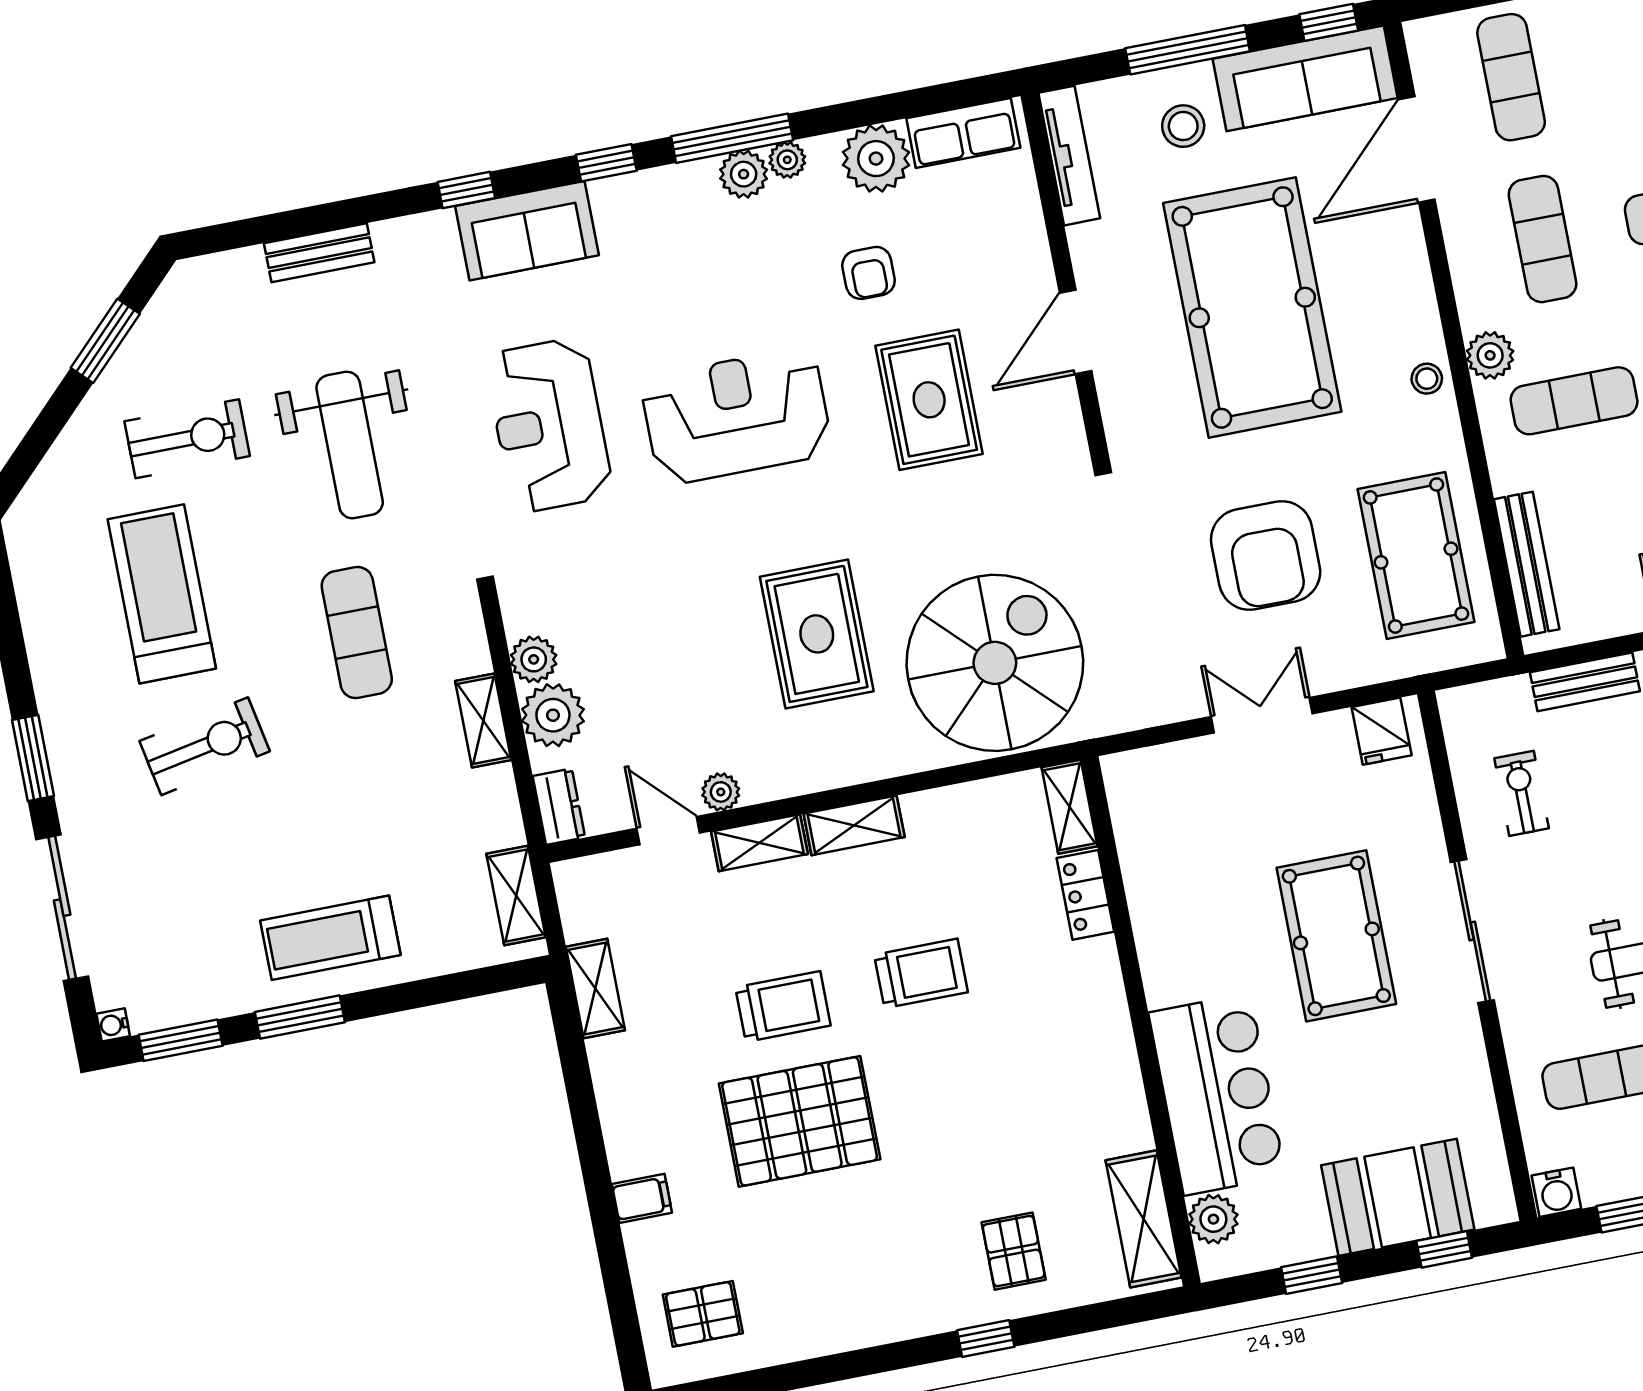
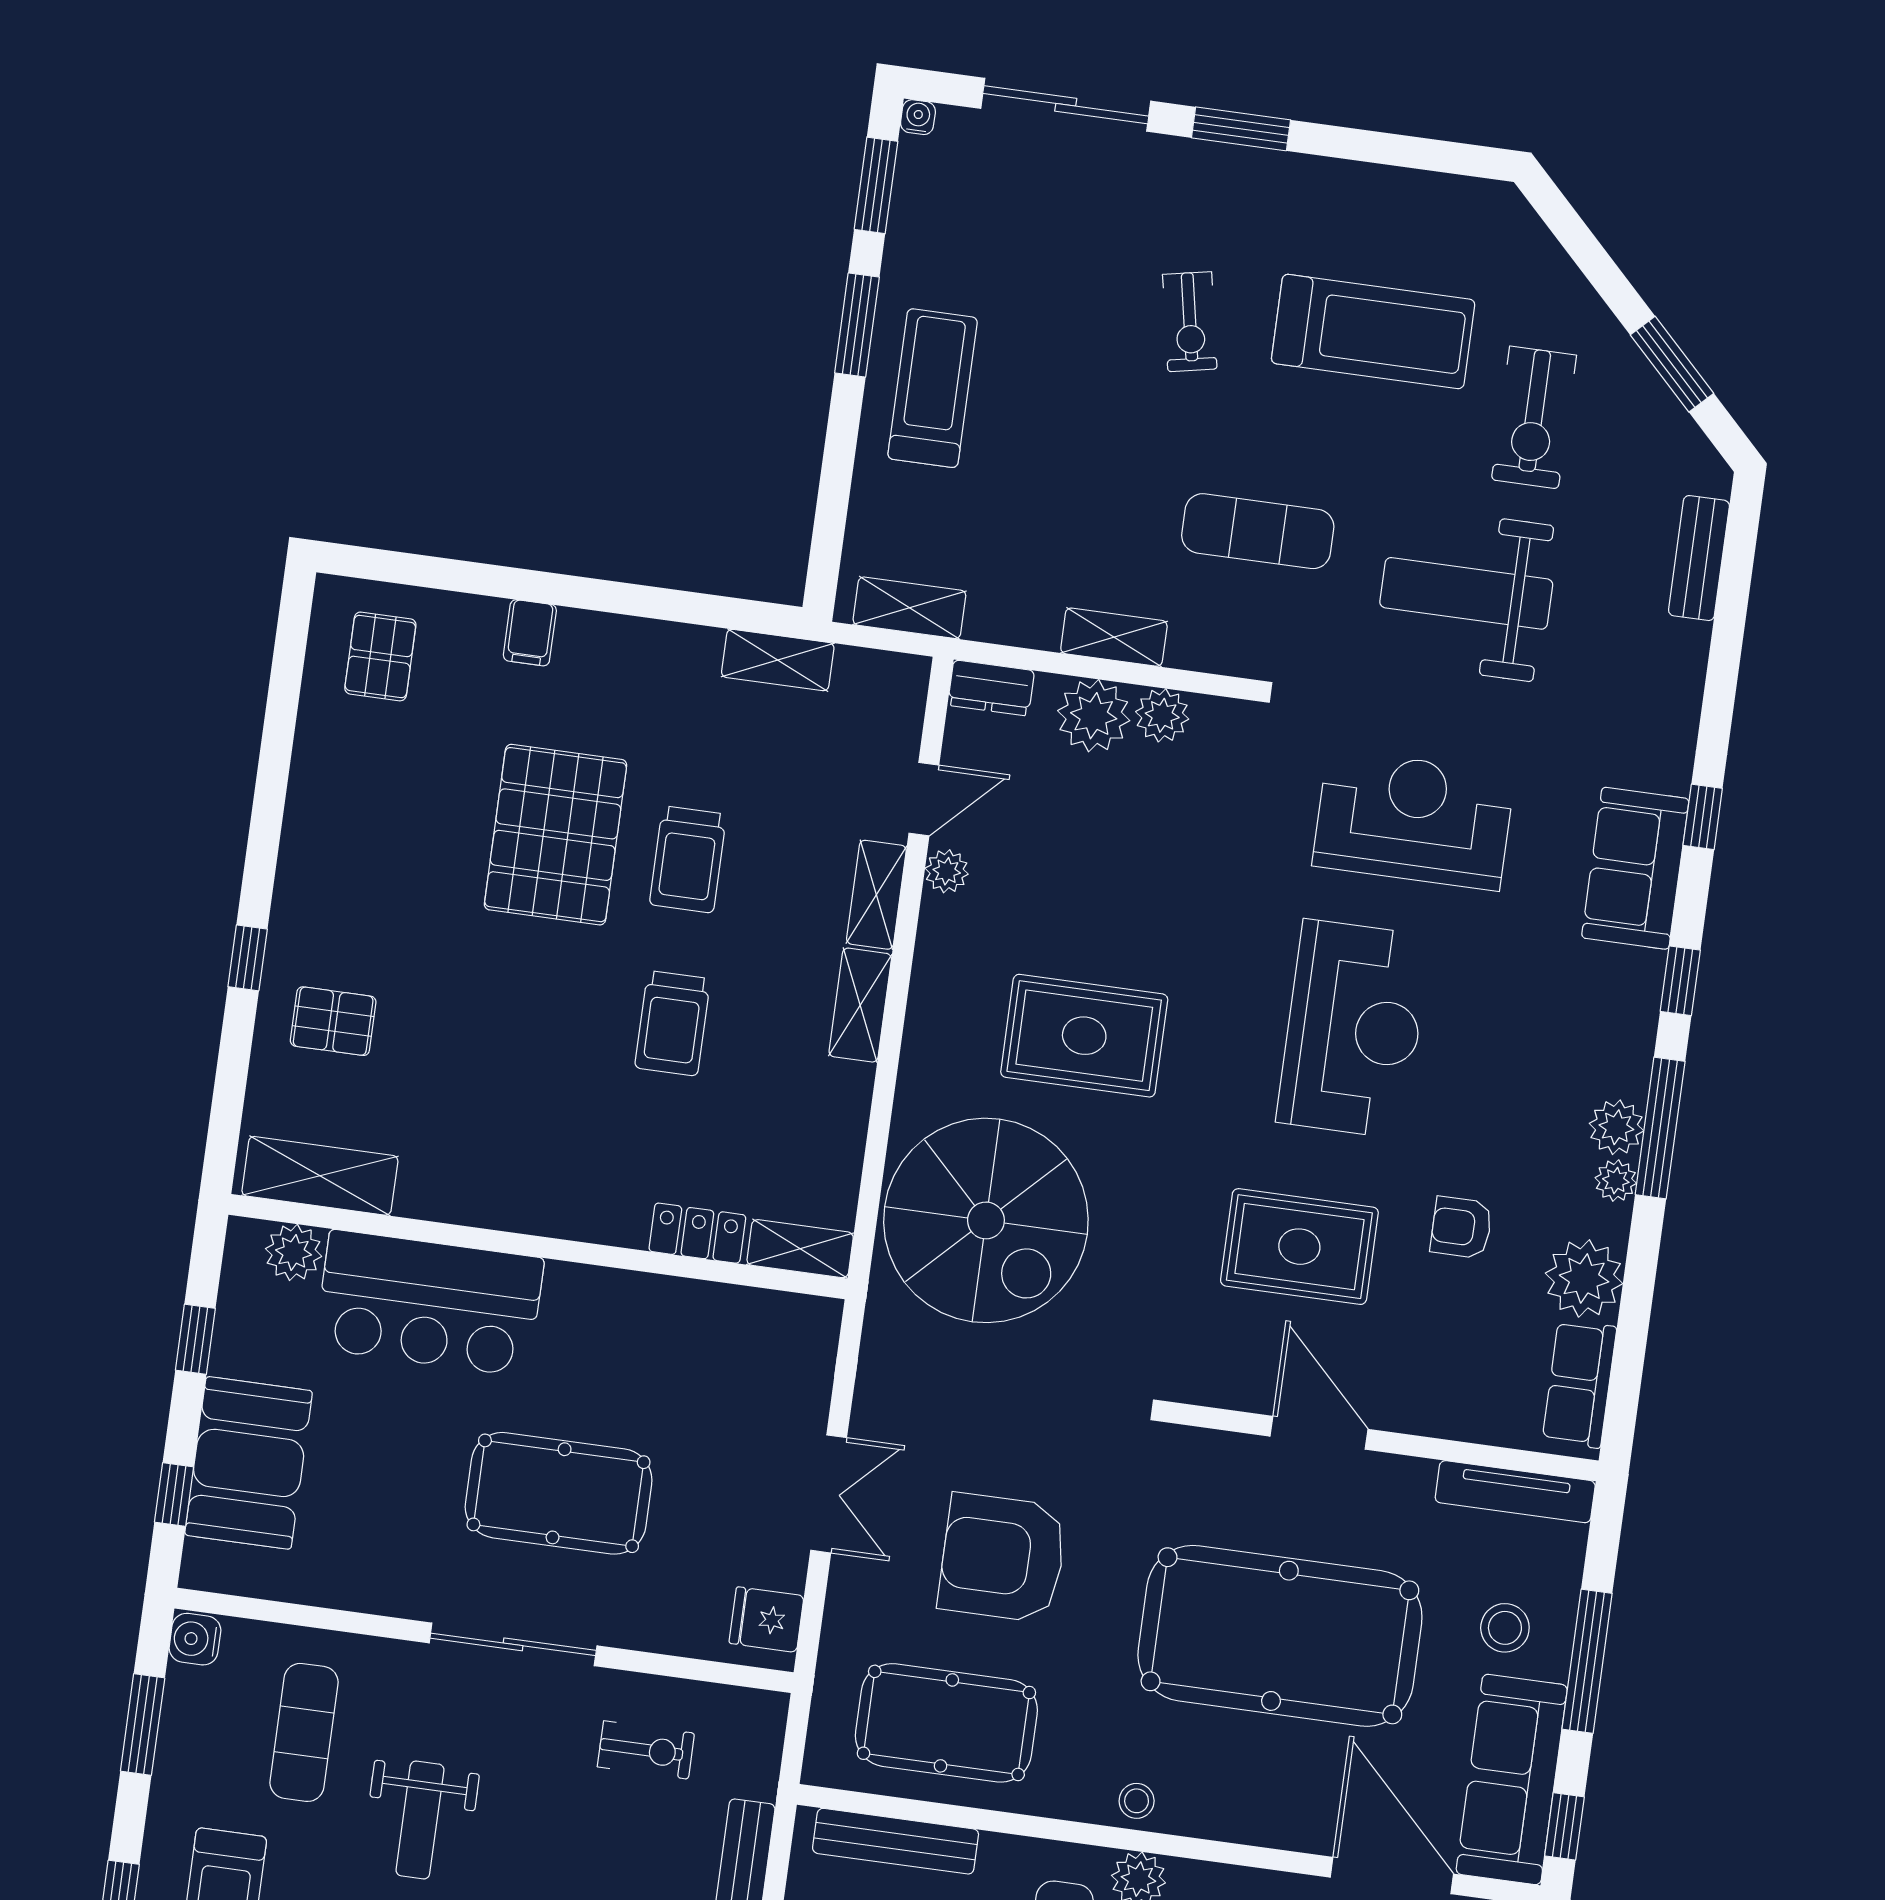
bench: (319, 253) -> (1699, 558), moved
exercise bike: (205, 746) -> (1190, 322), width x0.73, depth x0.72

